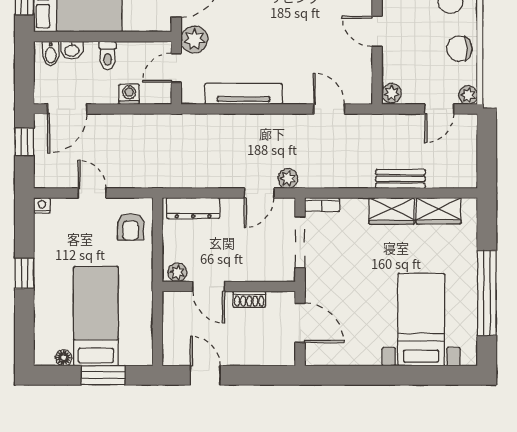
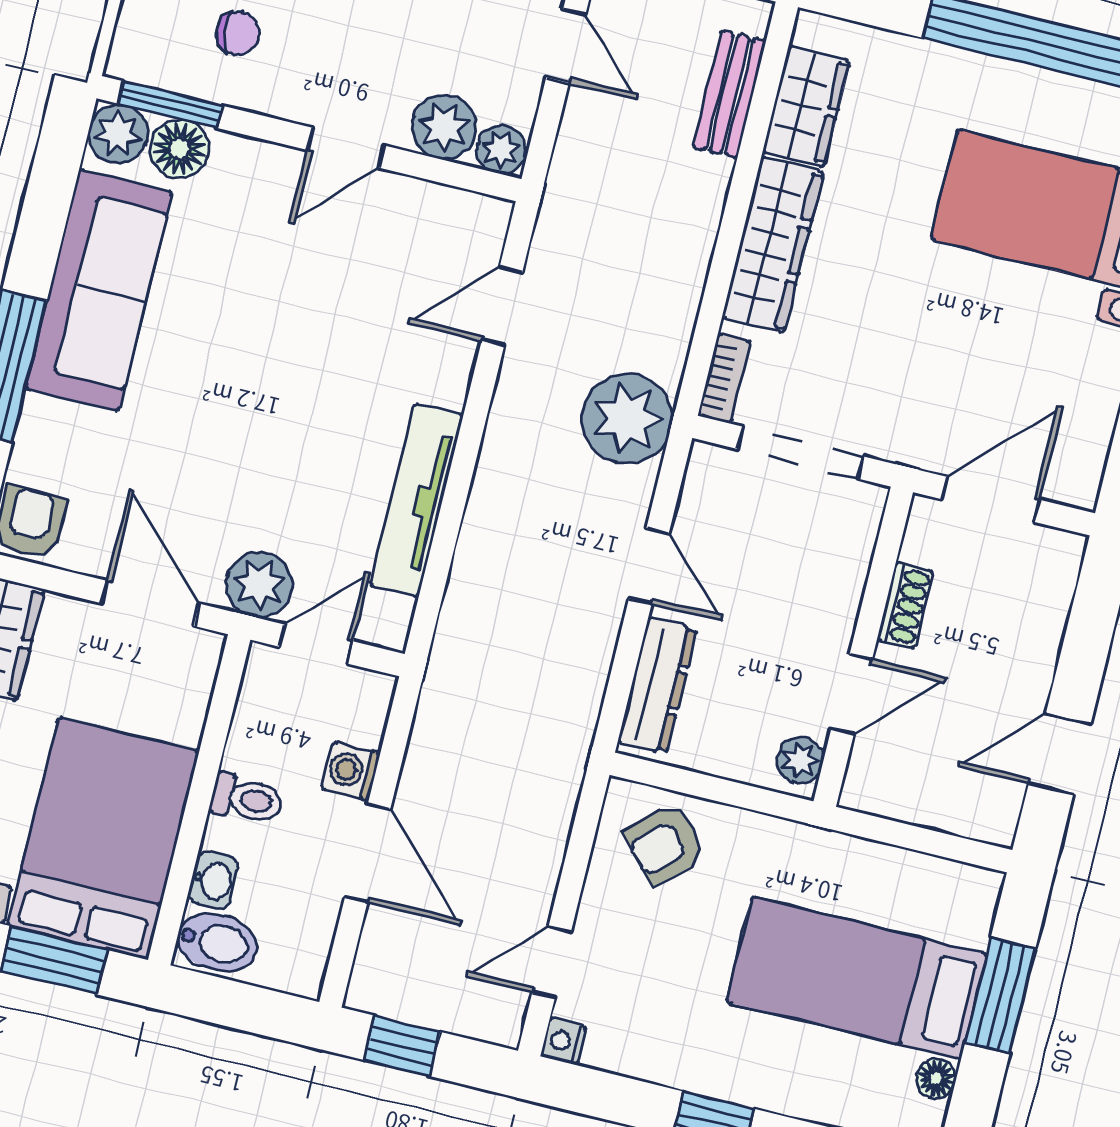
bidet: (51, 53) -> (217, 942), width x1.38, depth x1.36
door: (176, 68) -> (316, 644), swing flipped
plant: (395, 68) -> (444, 127), added
door: (67, 109) -> (368, 853), moved
plant: (288, 179) -> (627, 419), width x1.87, depth x1.87
bench: (400, 179) -> (729, 94), moved
door: (92, 193) -> (552, 962), moved
door: (259, 193) -> (649, 566), moved
wardrobe: (392, 211) -> (773, 245), width x1.50
armchair: (131, 227) -> (665, 844), turned 137

